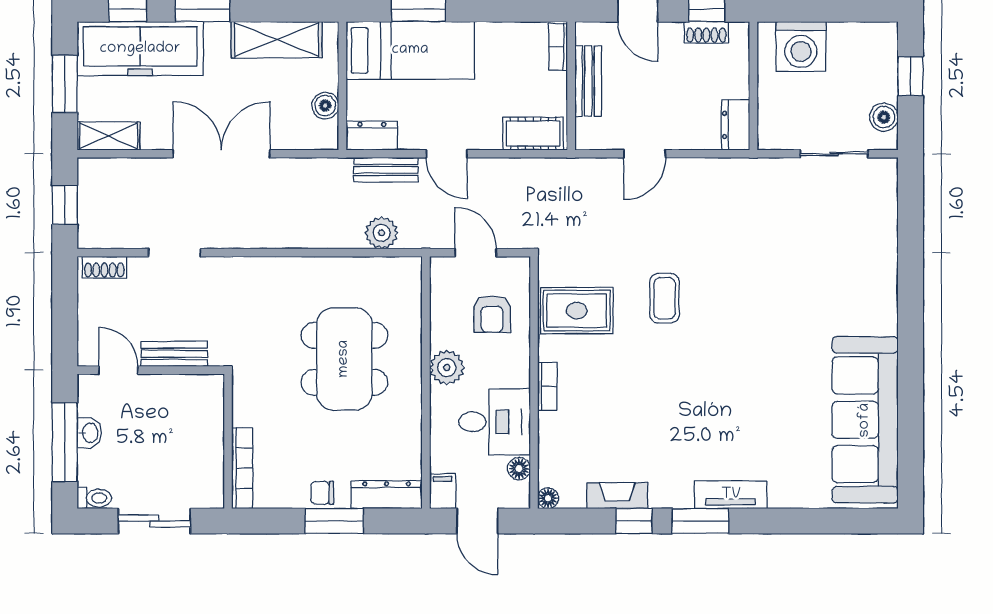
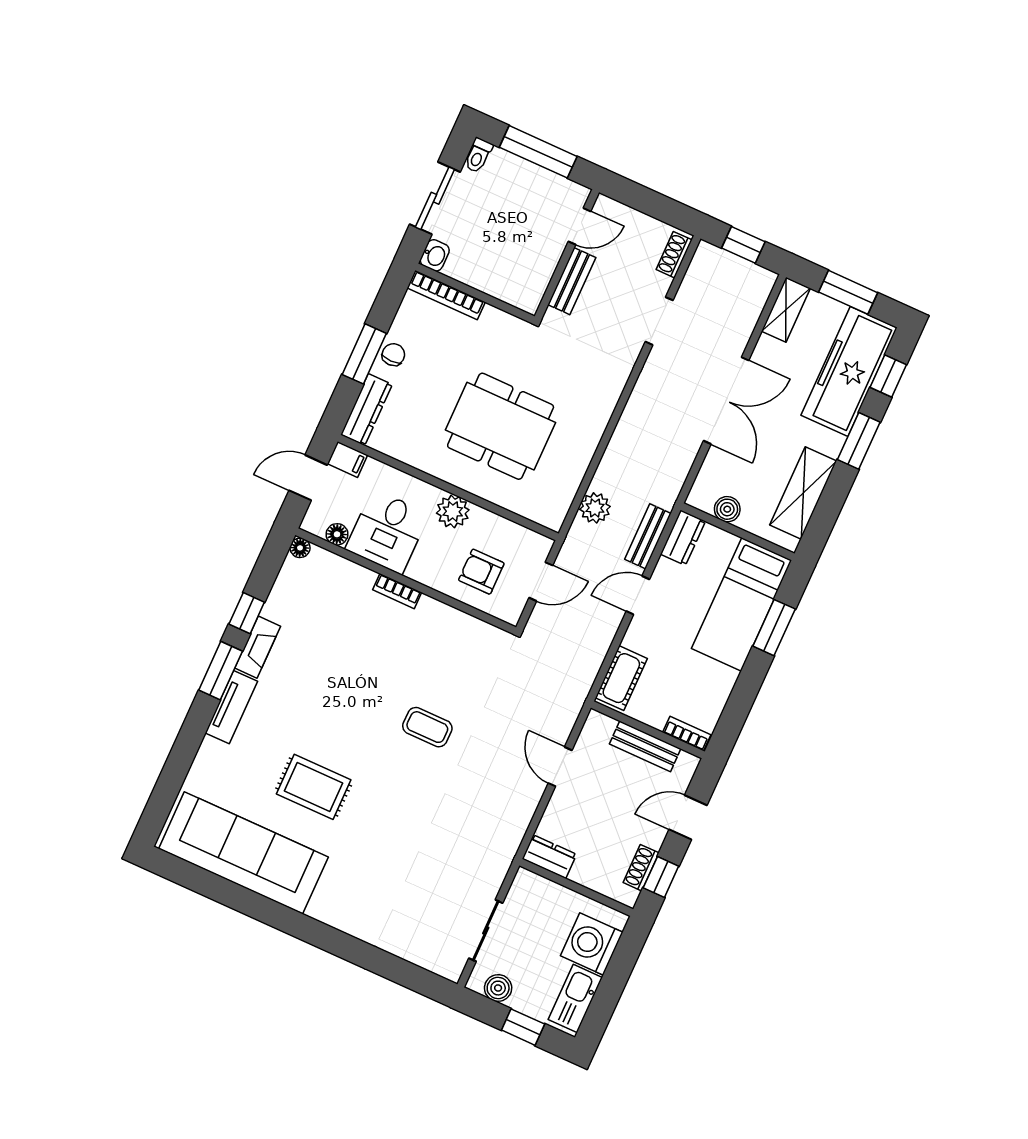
kitchen sink: (860, 38) -> (575, 999), added
rug: (577, 311) -> (314, 787), moved, turned 90
washbasin: (89, 433) -> (435, 255), moved, turned -90
fireplace: (617, 496) -> (258, 647), moved

